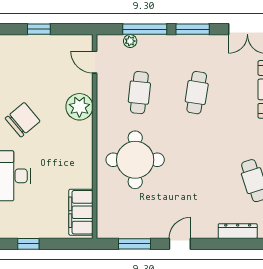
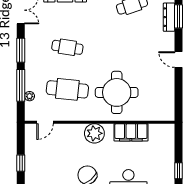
cafe table: (139, 93) -> (67, 89), width x1.37, depth x1.35
plant: (79, 107) -> (94, 133), moved
filing cabinet: (81, 212) -> (131, 132), moved
window: (135, 244) -> (178, 16), moved

